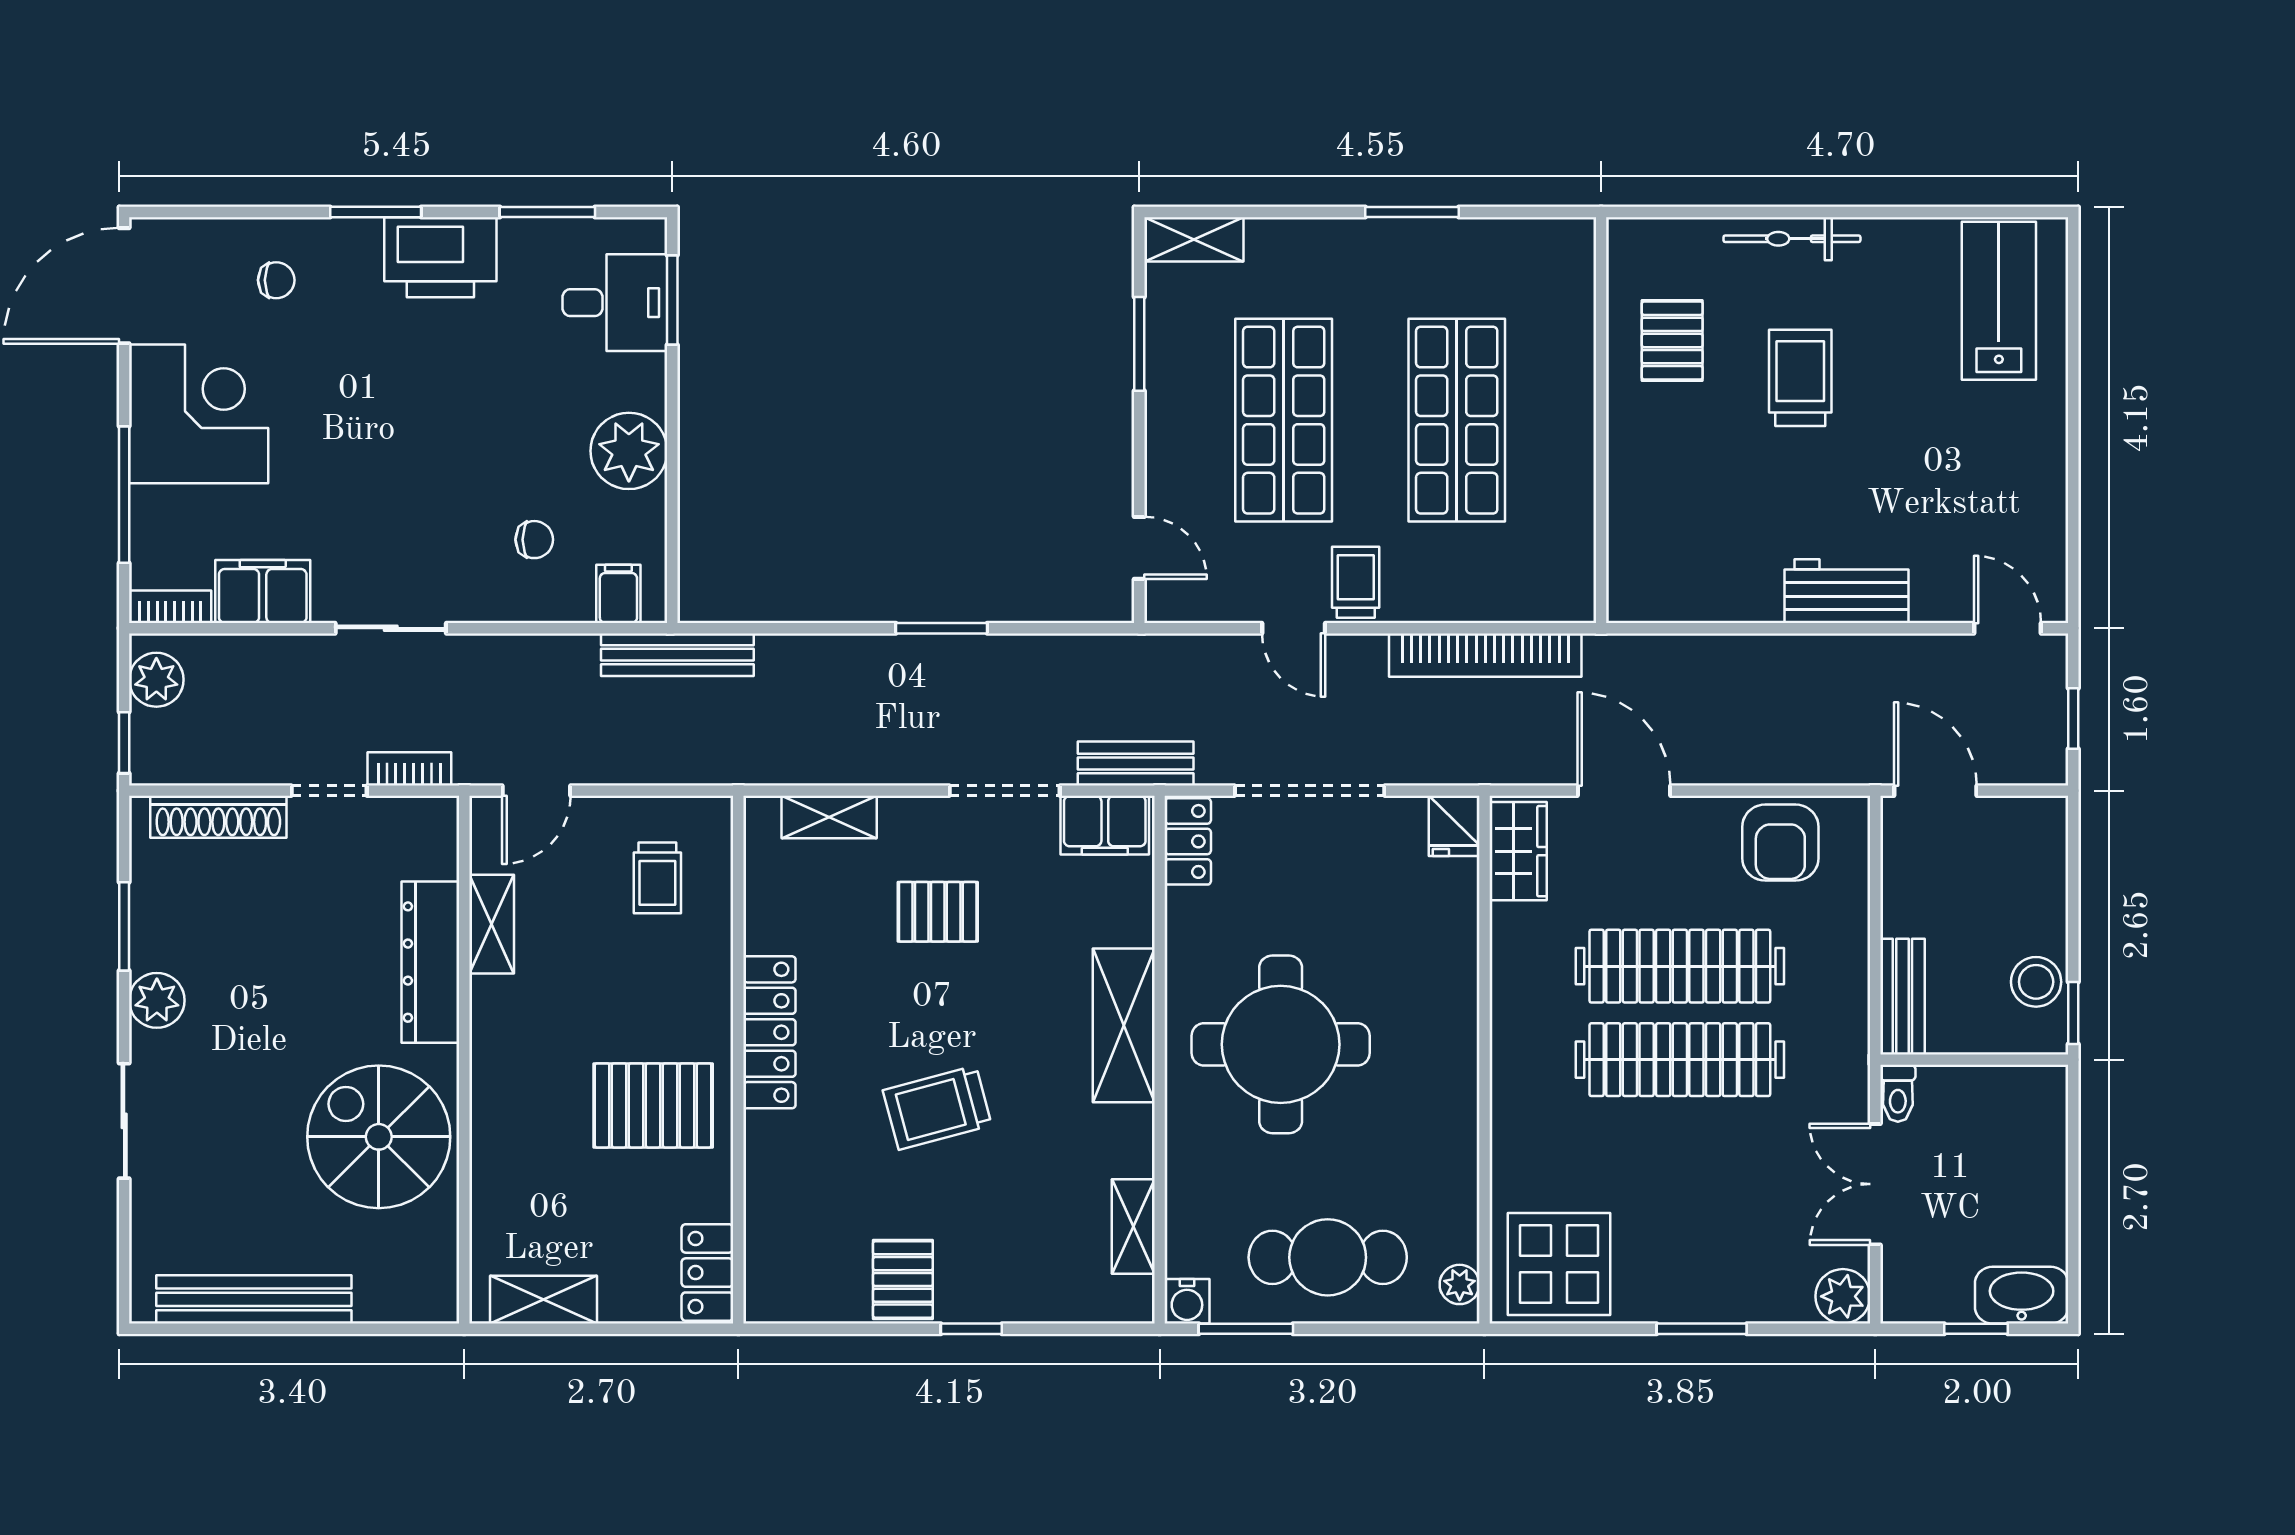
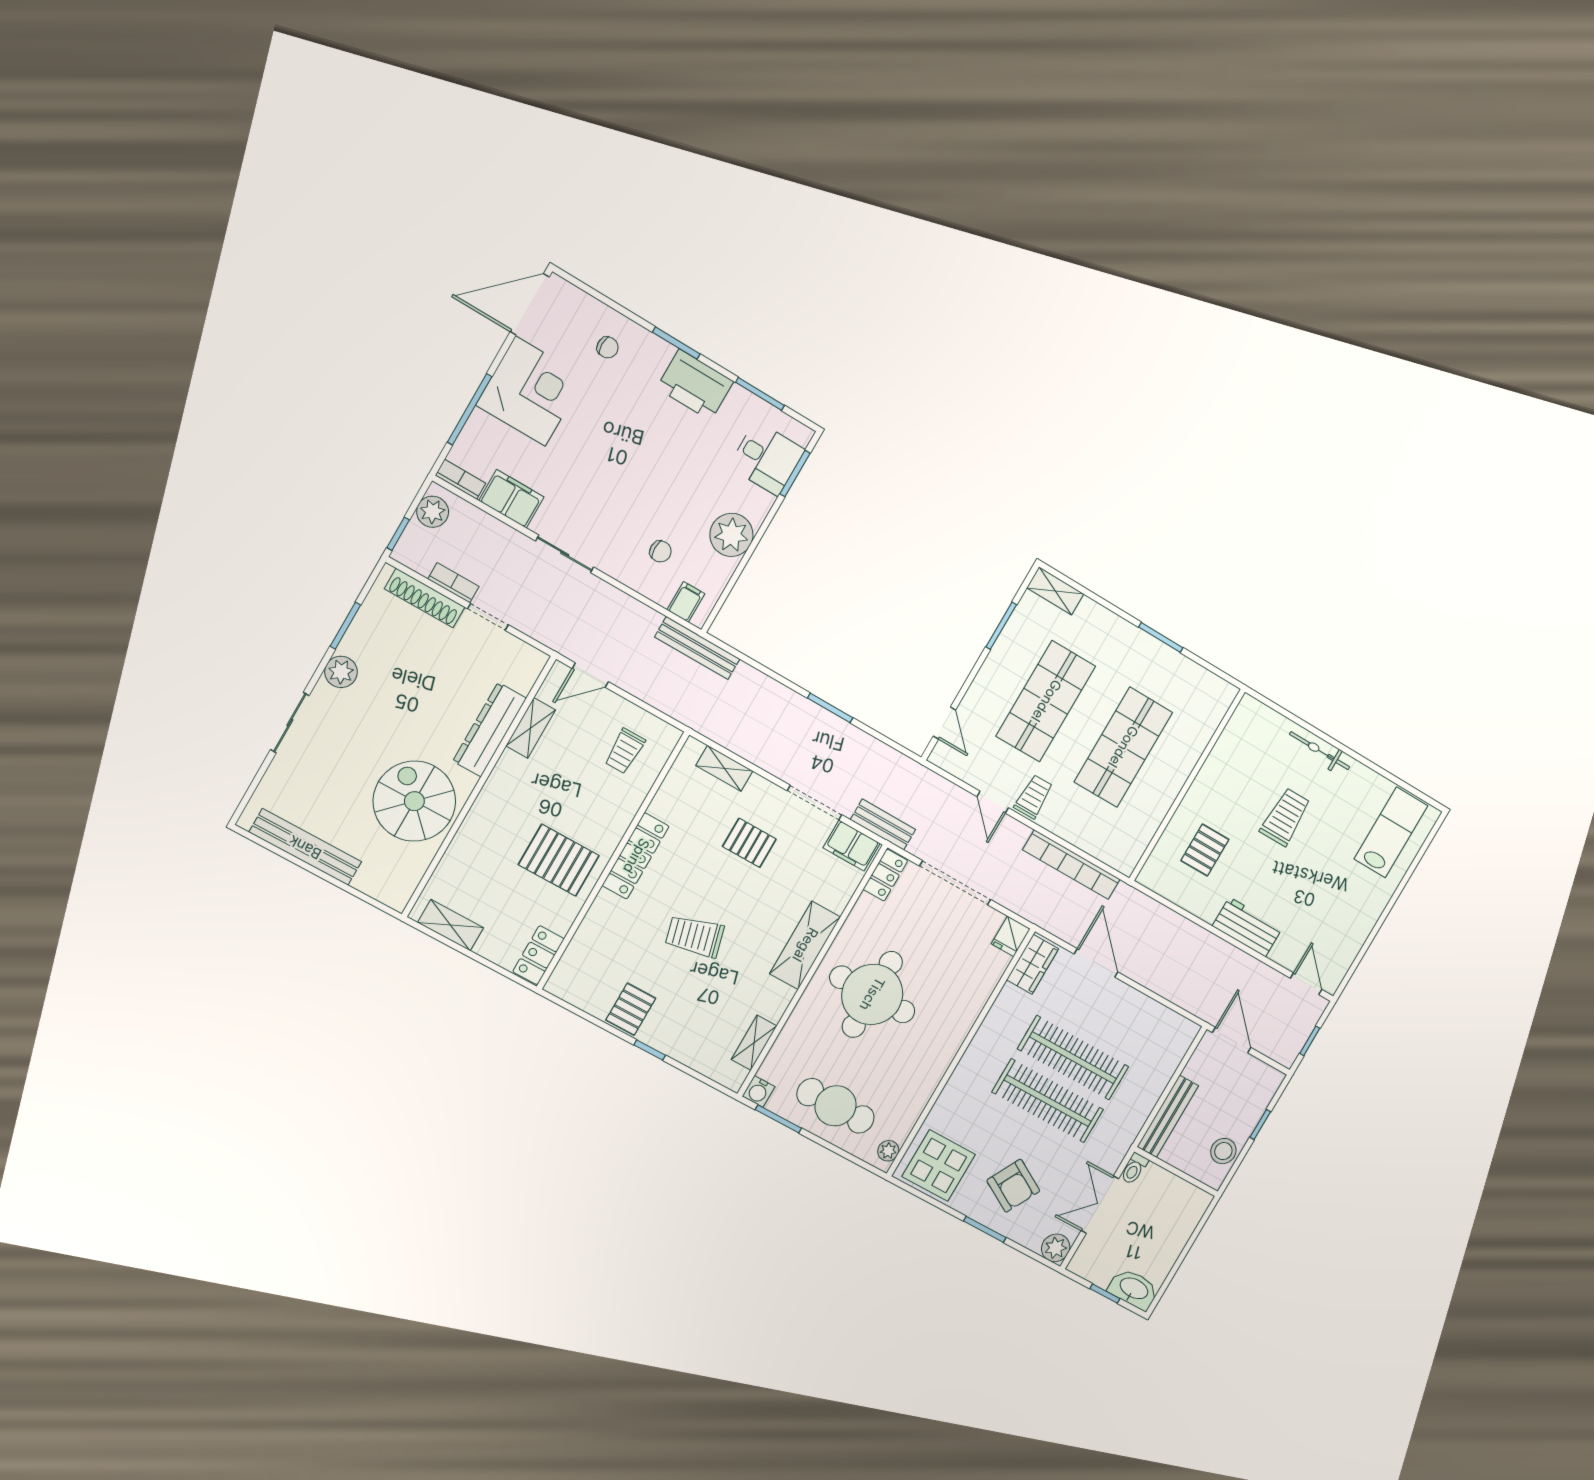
pallet: (1672, 341) -> (1205, 850), moved
bookcase: (409, 769) -> (453, 583), moved
armchair: (1780, 843) -> (1013, 1186), moved, turned -61
bench: (1902, 997) -> (1168, 1116), width x1.36
window: (2073, 1013) -> (1260, 1125), moved

